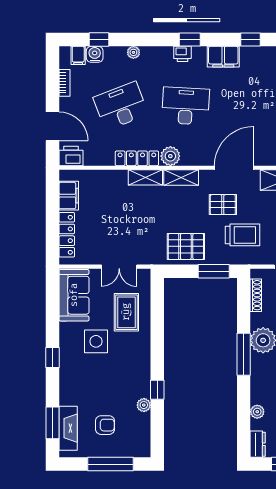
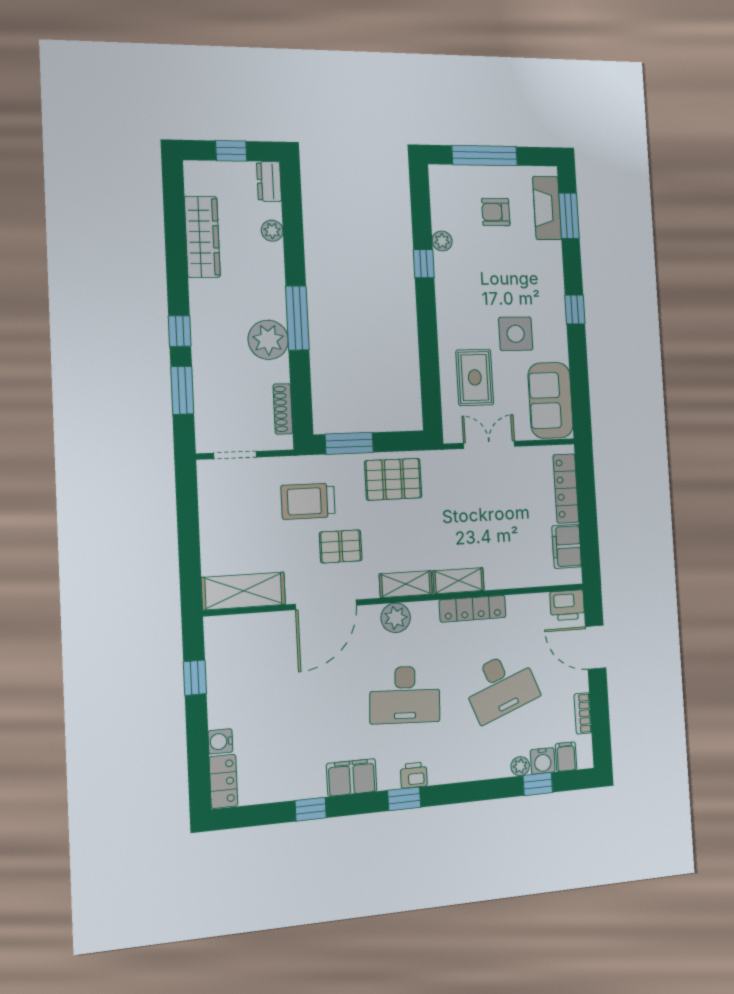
plant: (133, 52) -> (520, 766), moved
plant: (170, 156) -> (396, 618), moved

